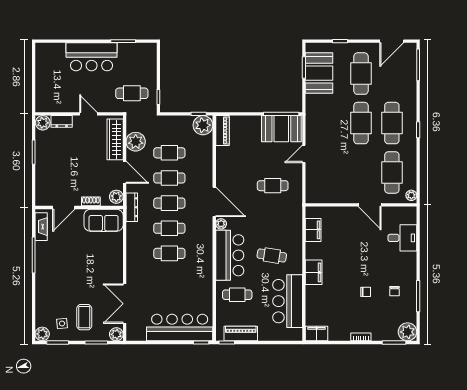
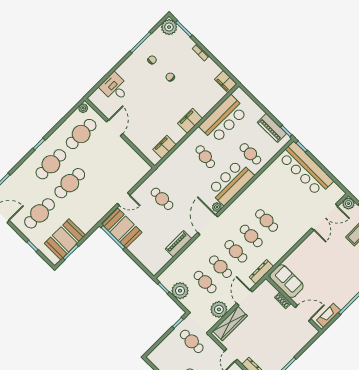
plant: (203, 125) -> (180, 291), moved
piano: (222, 131) -> (178, 244), moved
plant: (116, 197) -> (264, 288), removed

